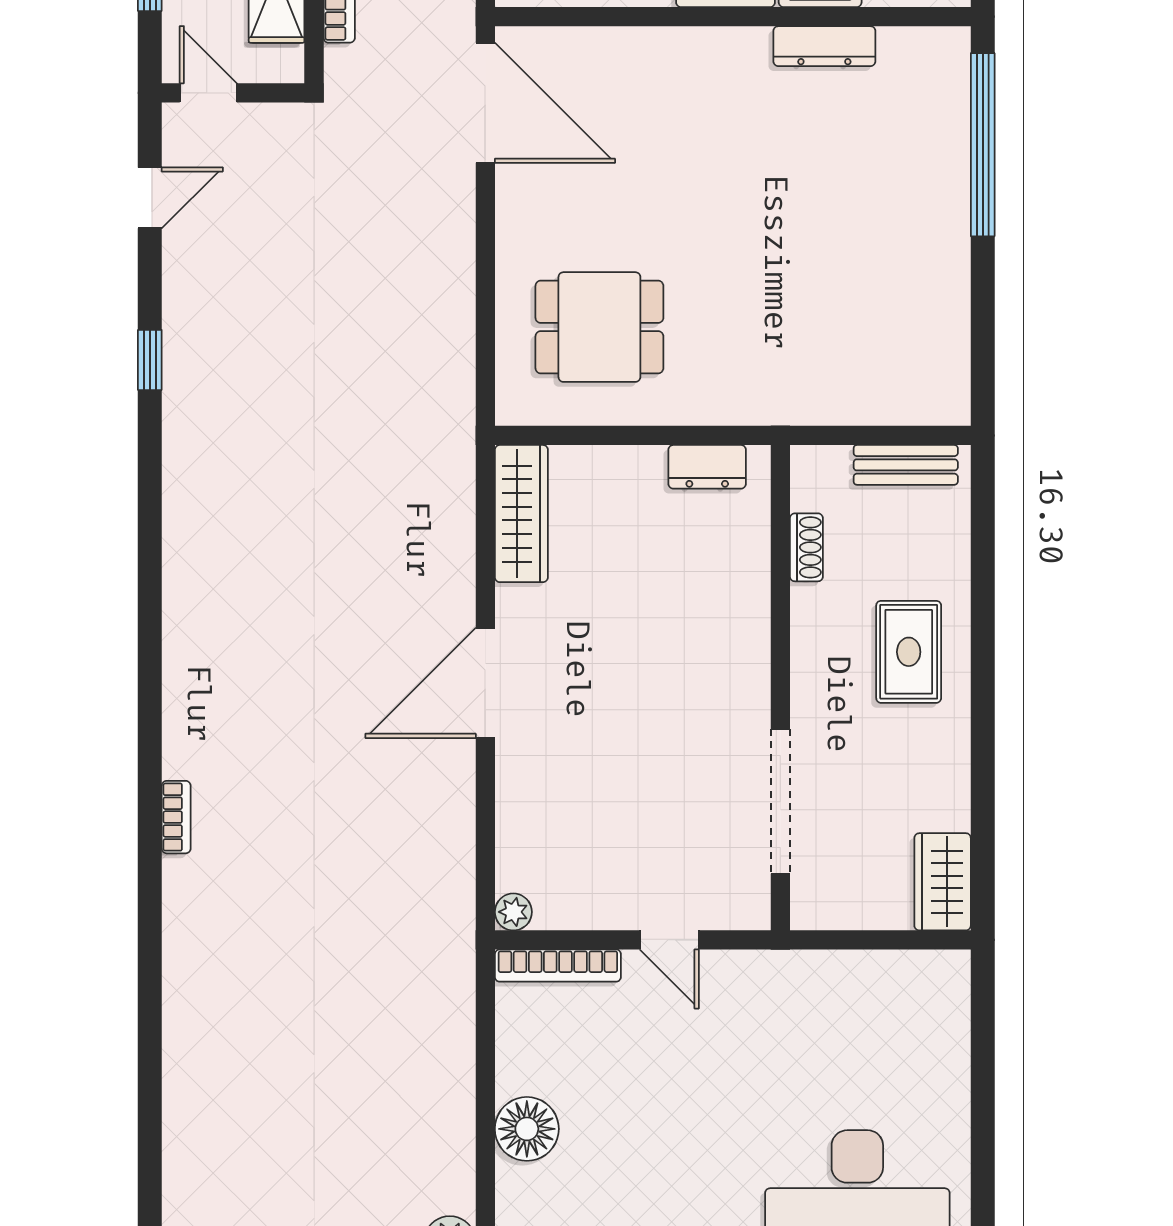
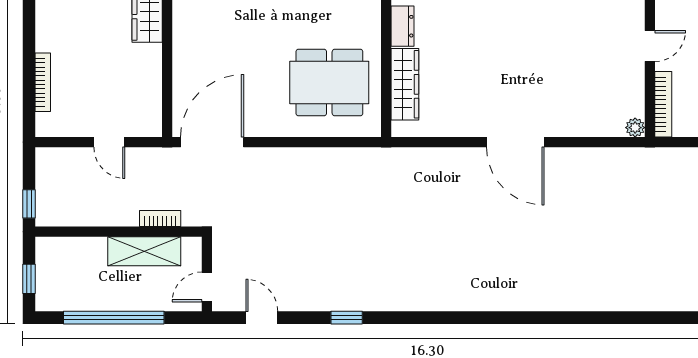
dining table: (599, 327) -> (329, 83), width x1.38
wardrobe: (521, 514) -> (405, 84), moved, turned 90
bookcase: (176, 817) -> (586, 304), removed

